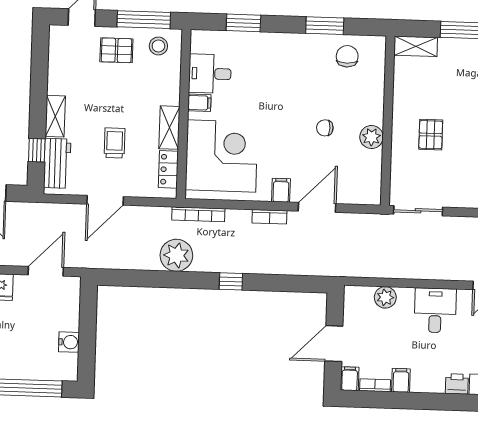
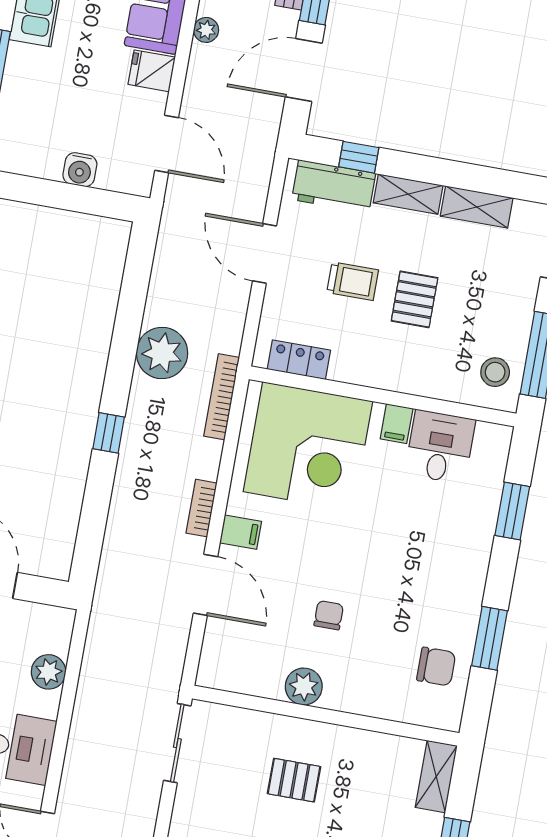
pallet: (116, 50) -> (415, 299), moved
shelving: (169, 128) -> (477, 207), moved
water cooler: (69, 342) -> (80, 170), moved

